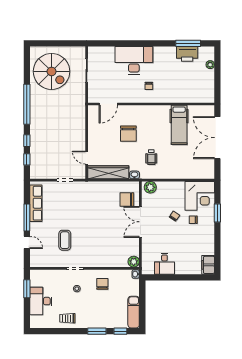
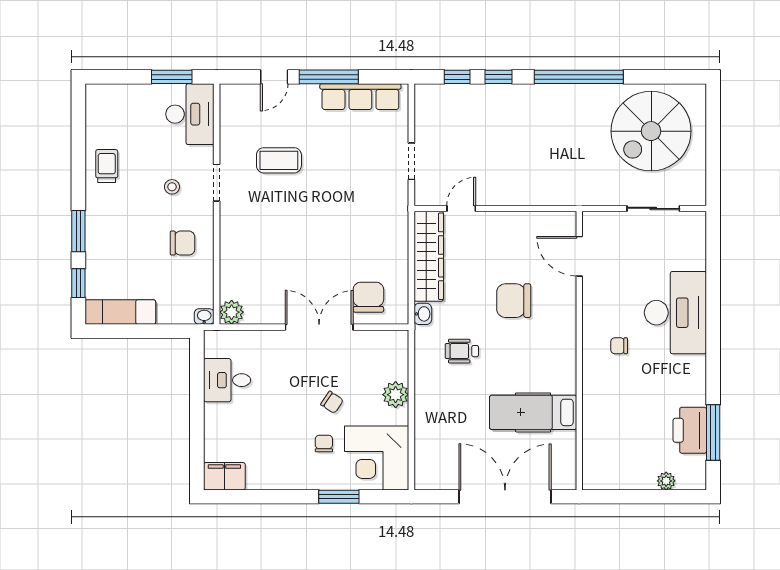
plant: (150, 187) -> (396, 395), moved
desk: (41, 301) -> (190, 114), moved, turned 90

